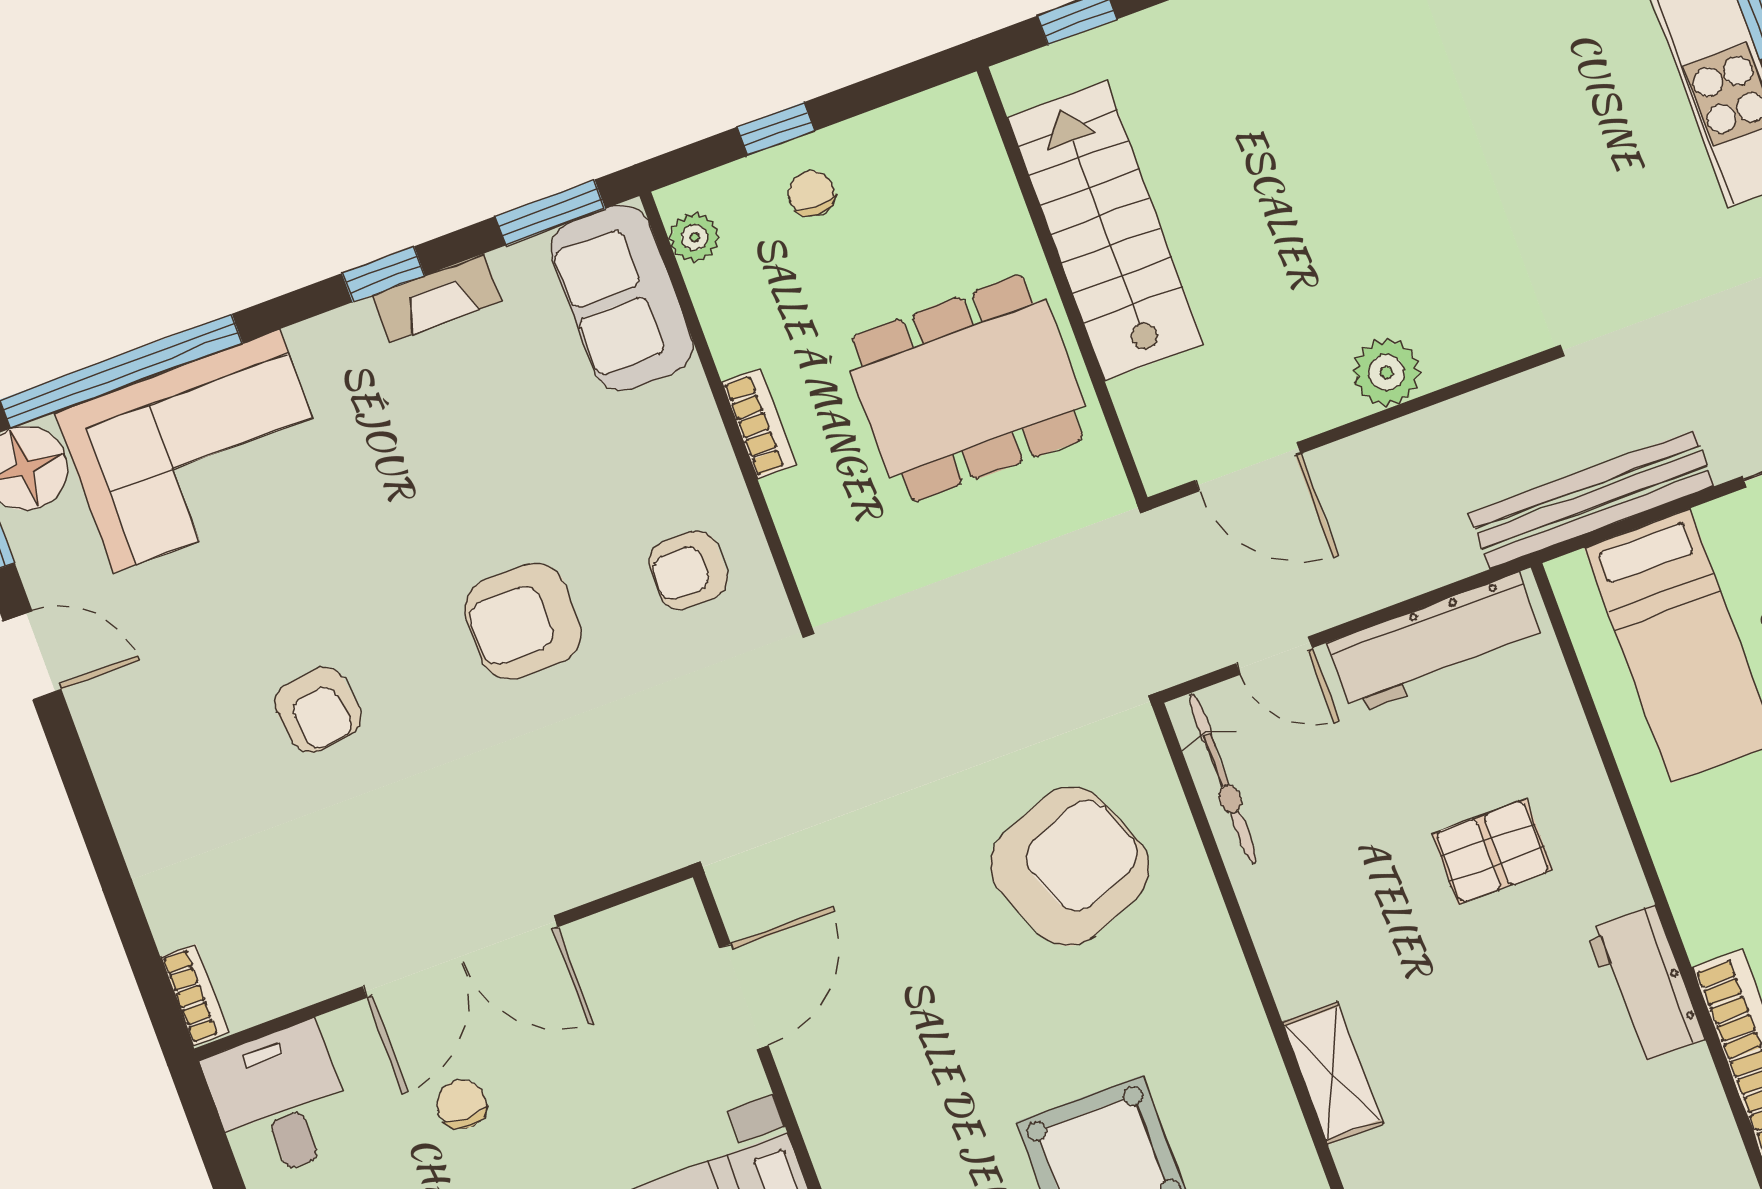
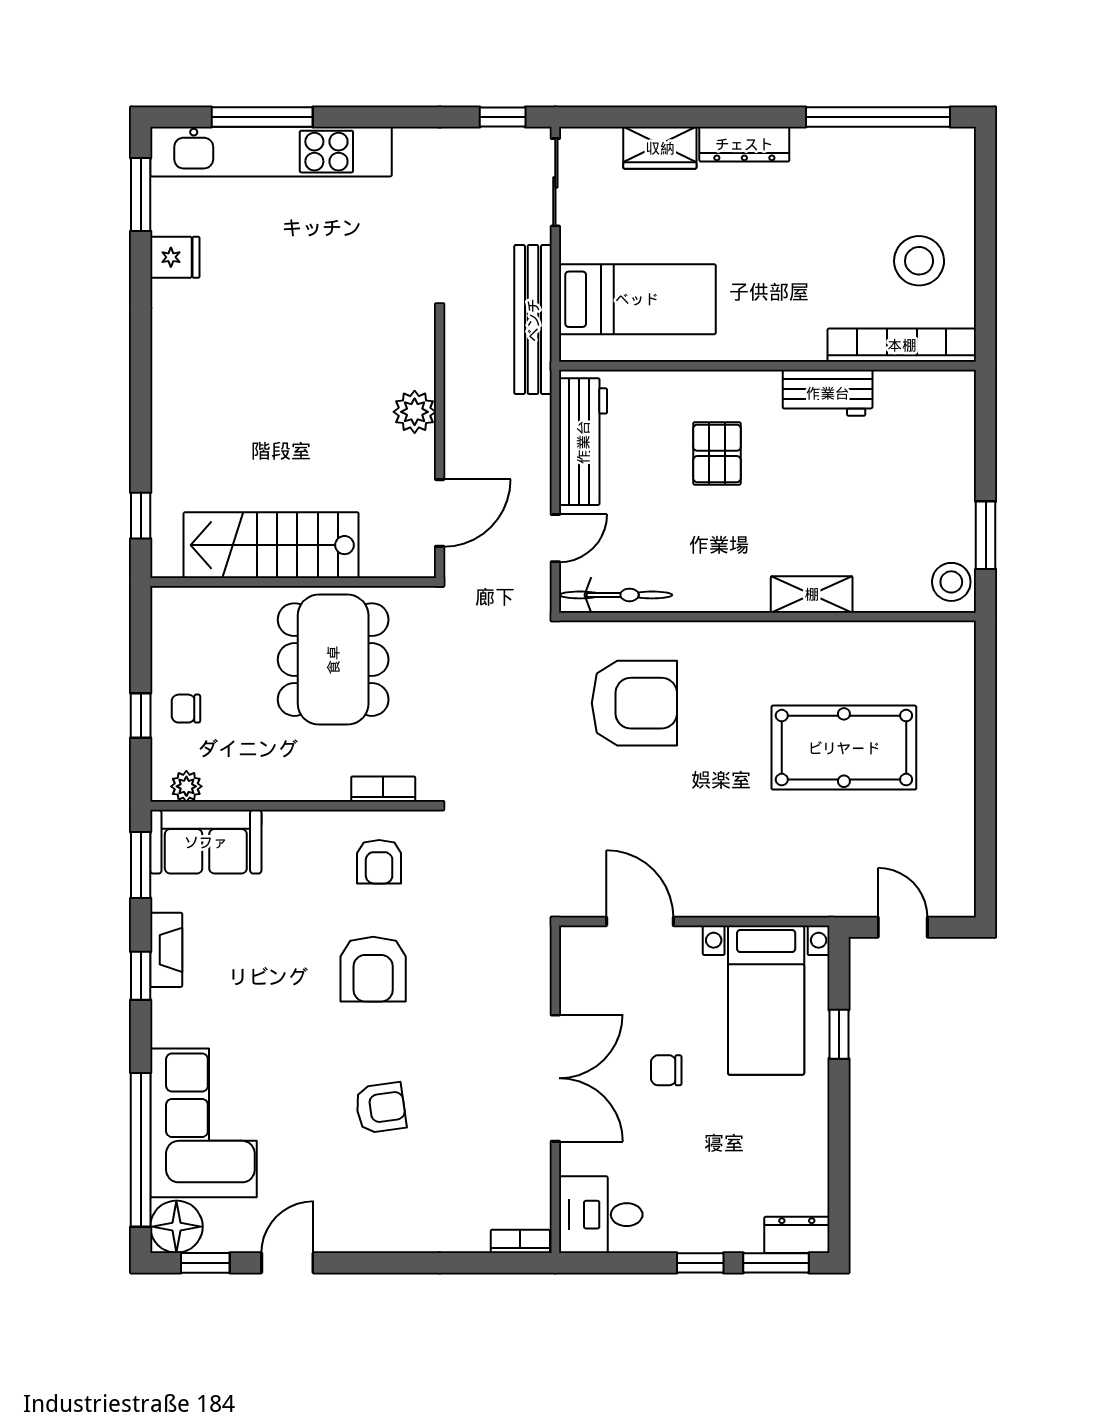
bookcase: (759, 424) -> (383, 789), moved
armchair: (1070, 866) -> (634, 703), turned 112
chair: (462, 1104) -> (666, 1070), moved

